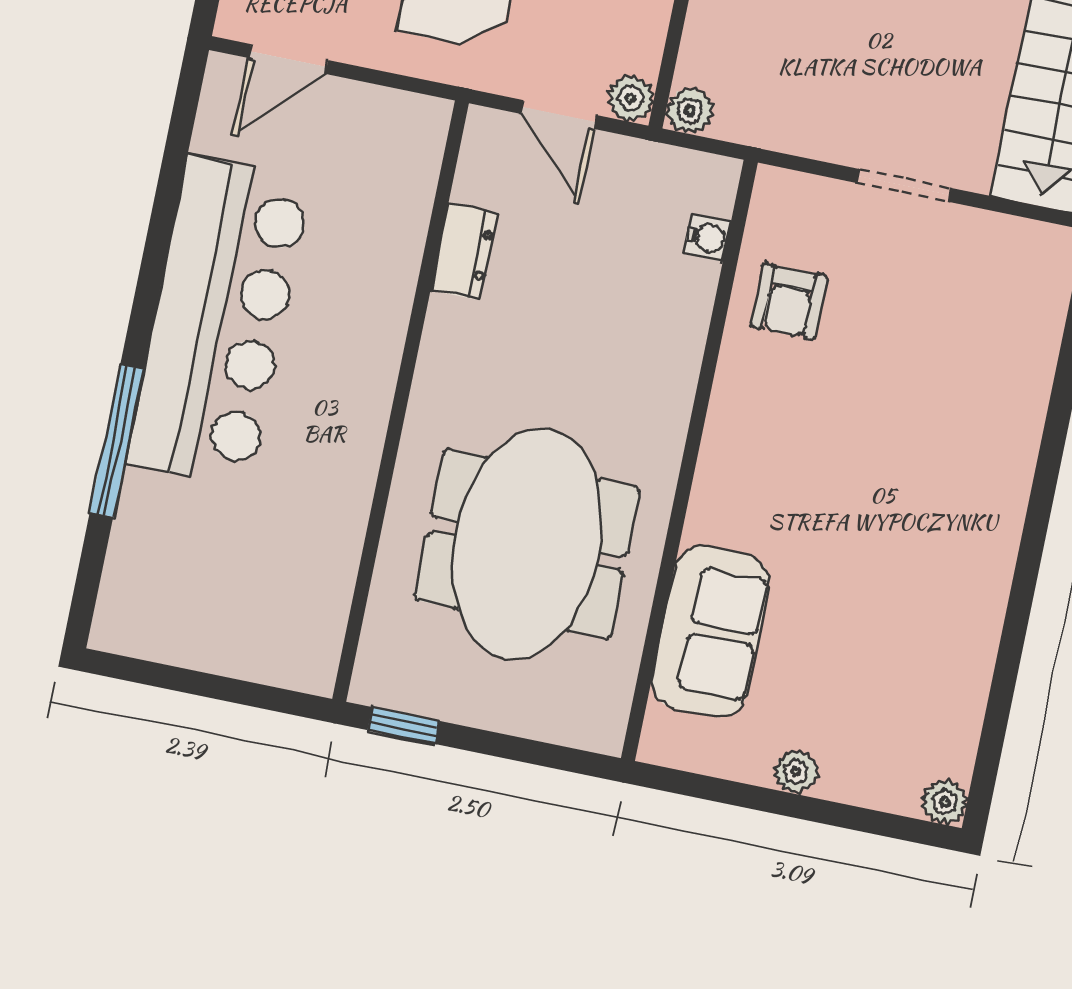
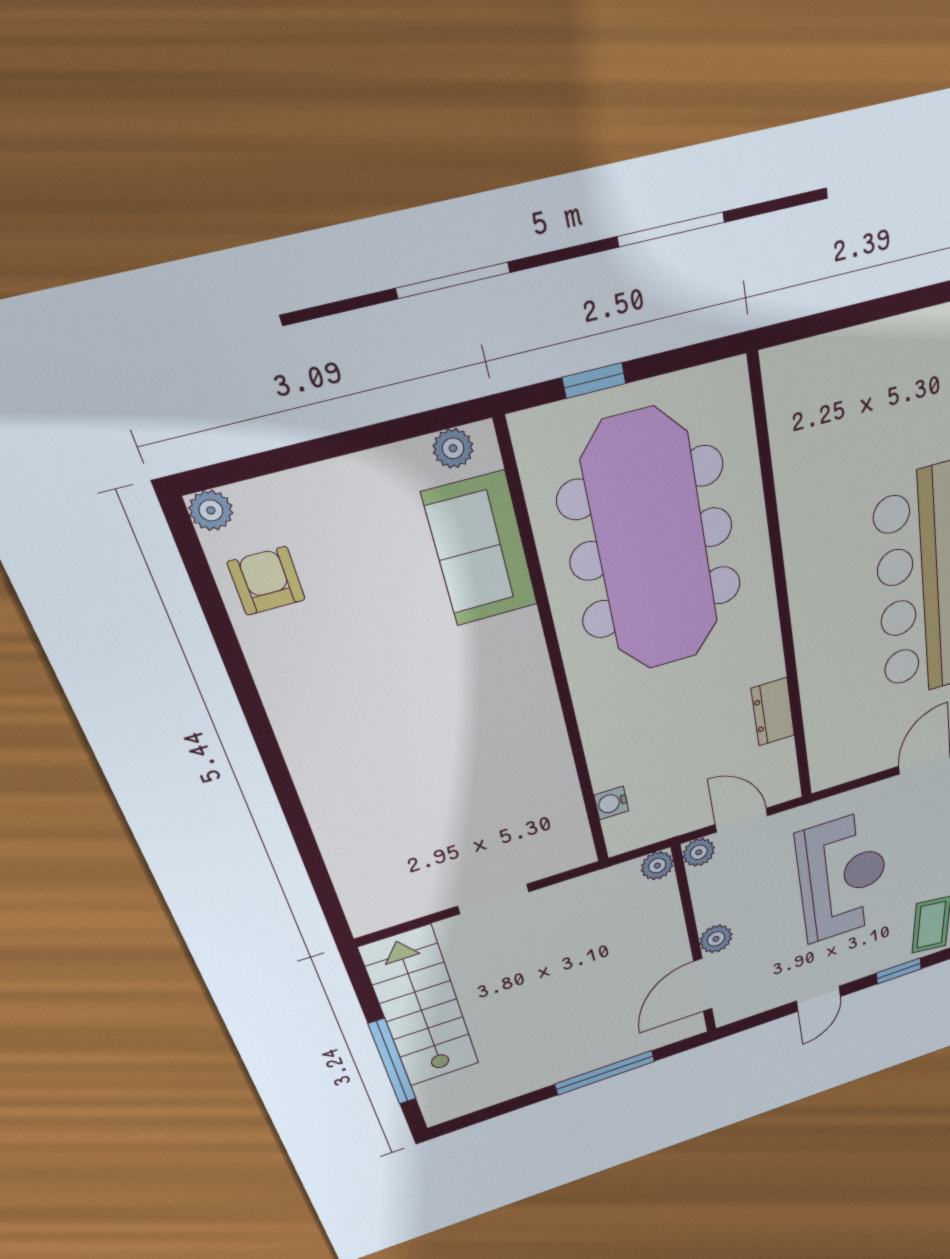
armchair: (789, 301) -> (266, 581), moved
meeting table: (527, 544) -> (652, 544), width x1.36
window: (403, 726) -> (594, 380), moved
plant: (796, 772) -> (453, 448), moved

